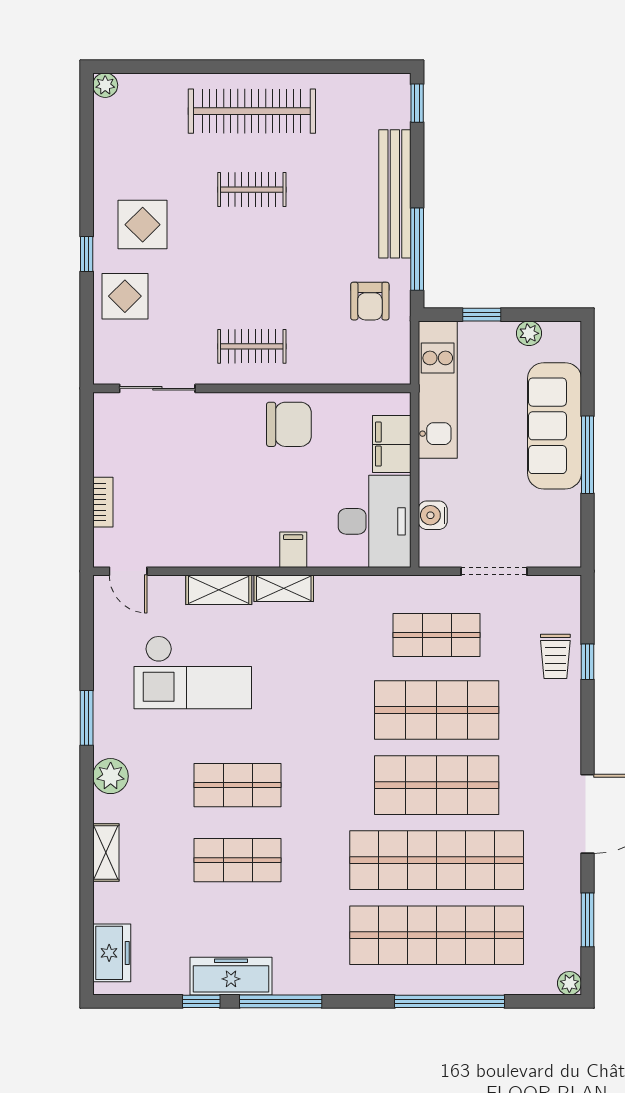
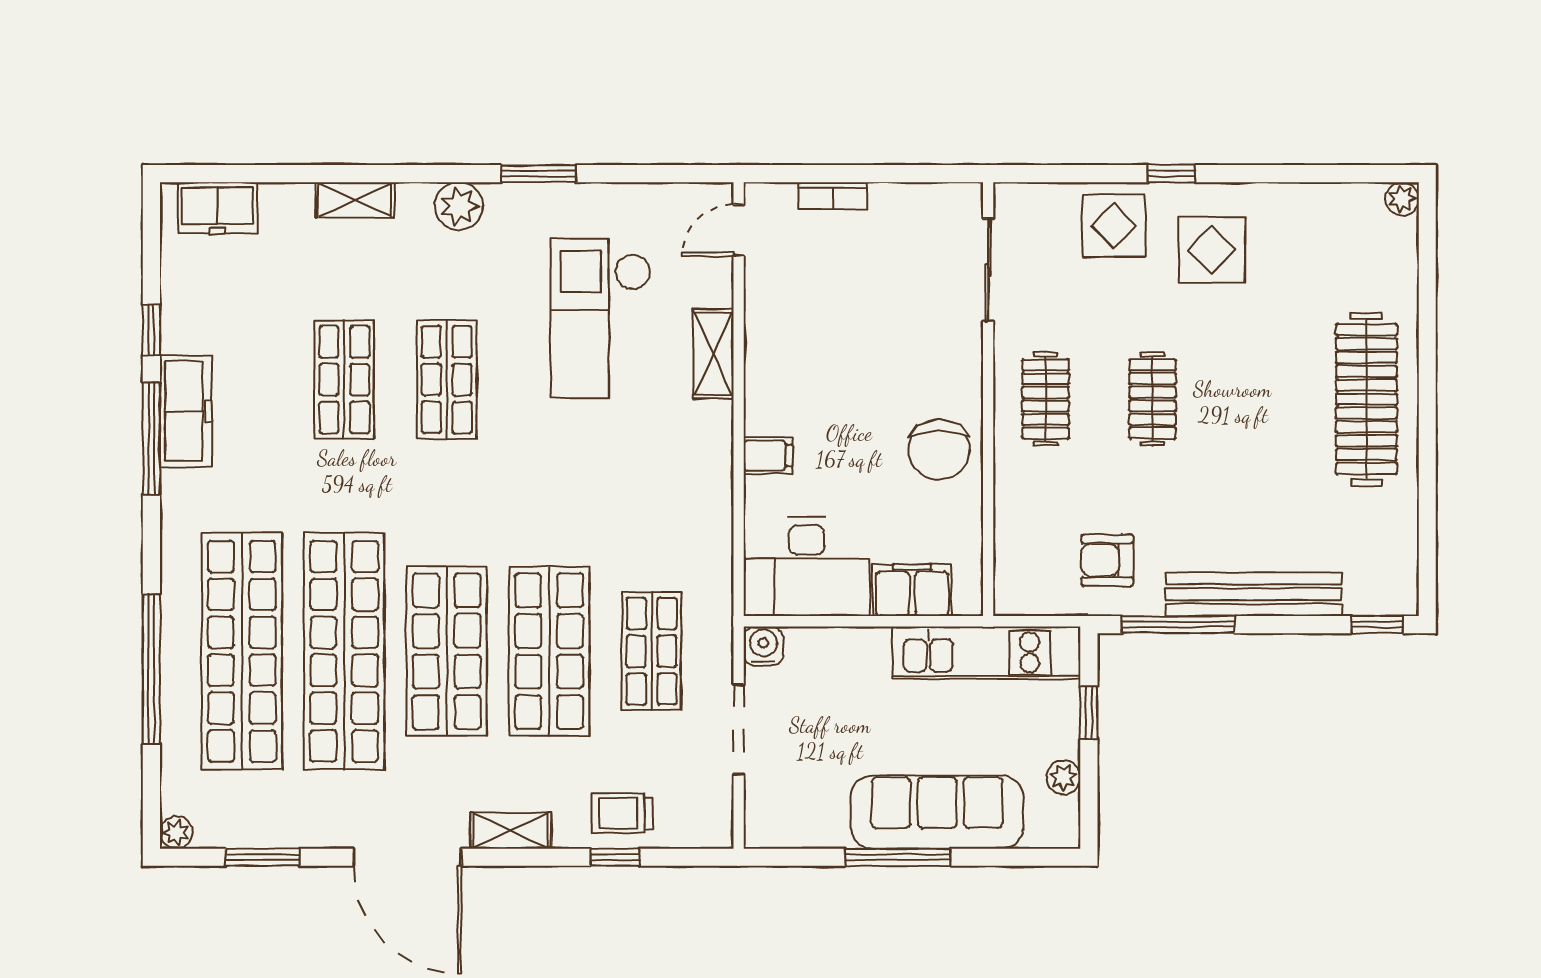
clothes rail: (252, 190) -> (1153, 399), moved
water cooler: (433, 515) -> (763, 646), moved
shelving: (284, 588) -> (511, 831), moved, turned 90
freezer: (231, 976) -> (186, 411), moved

